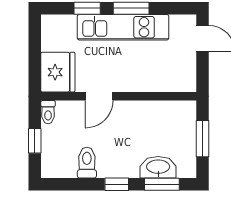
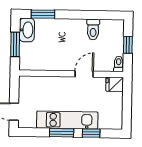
fridge: (58, 72) -> (115, 84), width x0.53, depth x0.75
washbasin: (158, 167) -> (27, 30), moved, turned -90
window: (117, 184) -> (73, 15), removed

